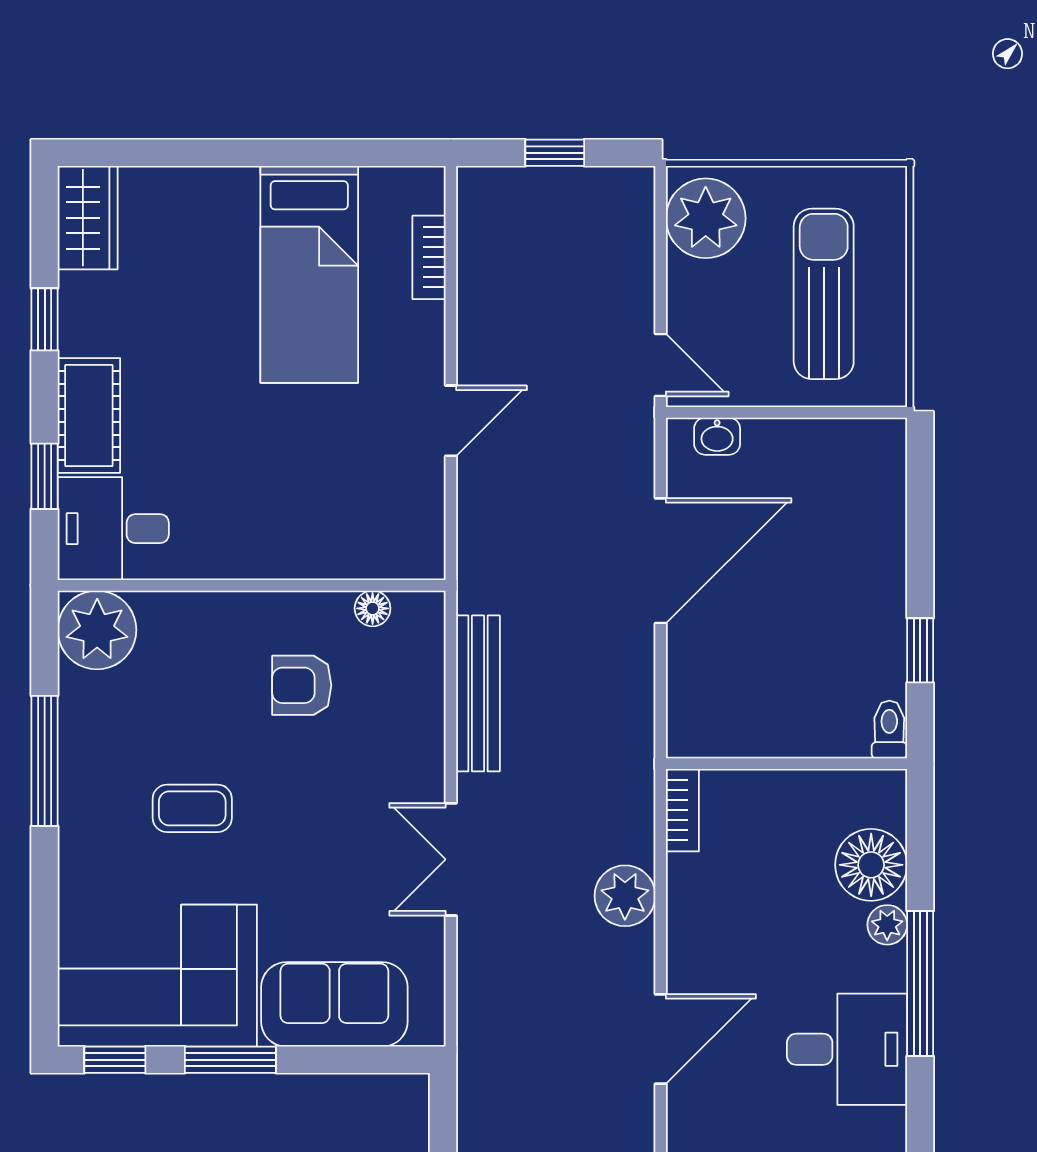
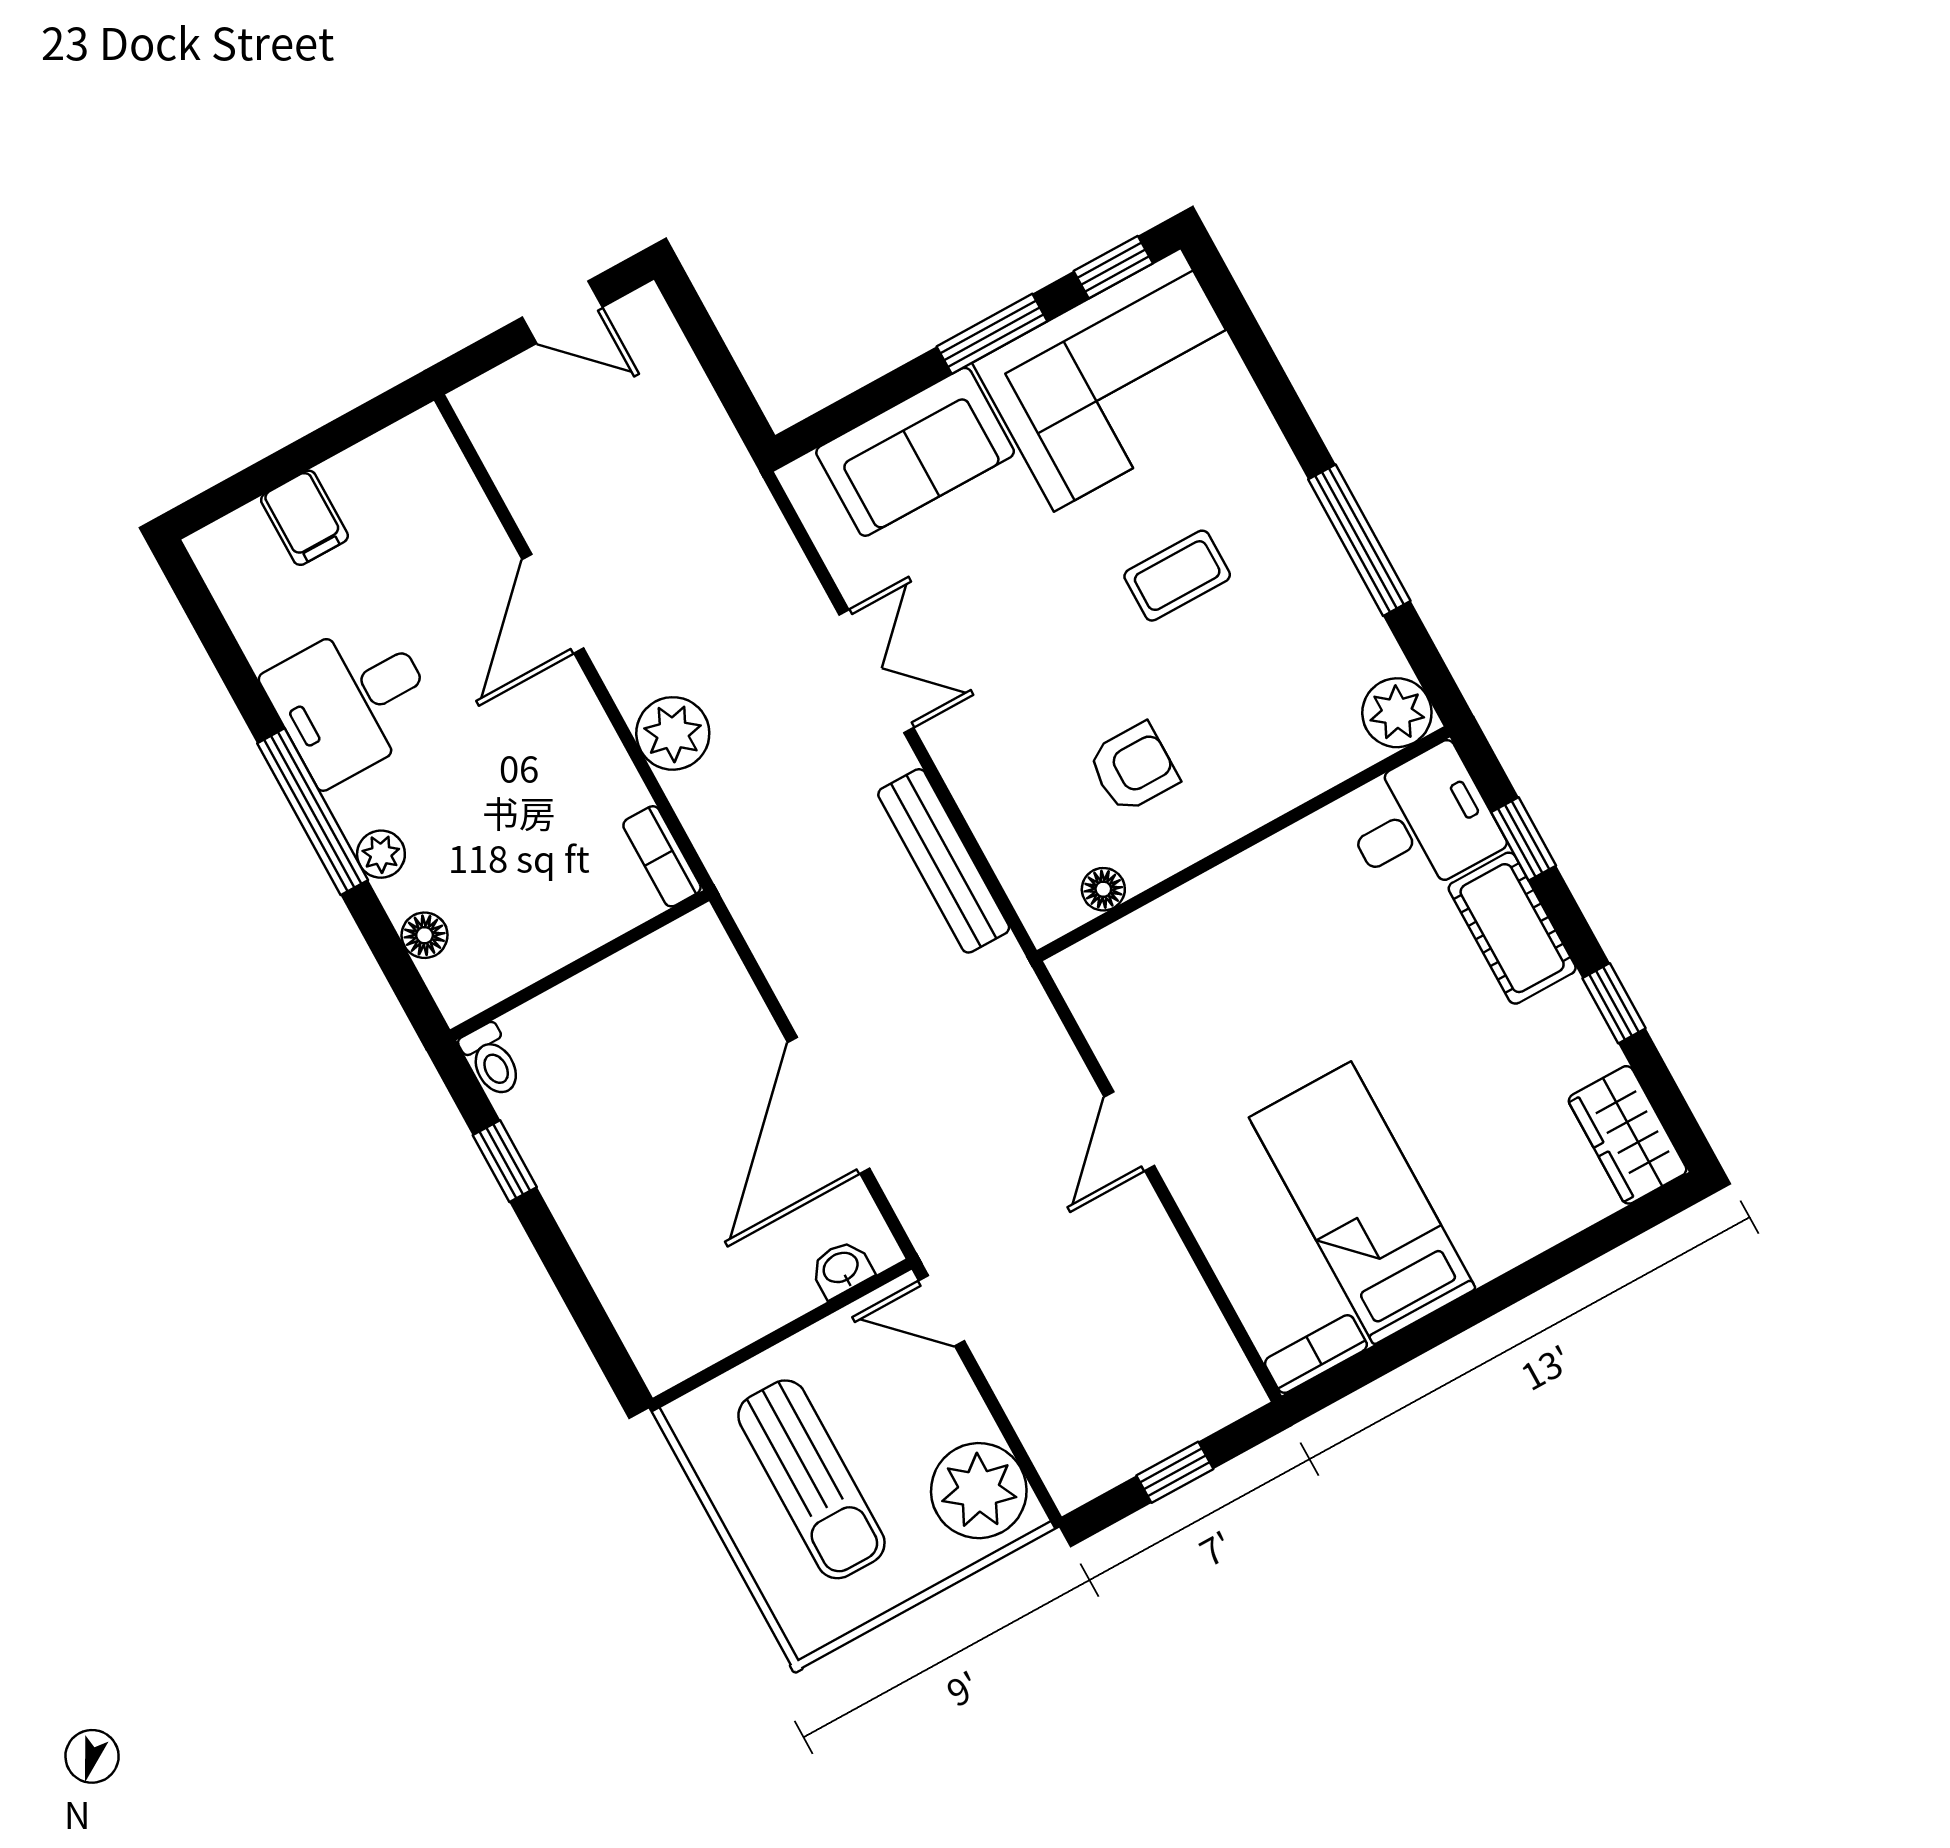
bookcase: (429, 257) -> (1316, 1354), moved, turned -90
plant: (97, 630) -> (1397, 713), width x0.73, depth x0.73
floor lamp: (871, 865) -> (425, 935), width x0.53, depth x0.53

